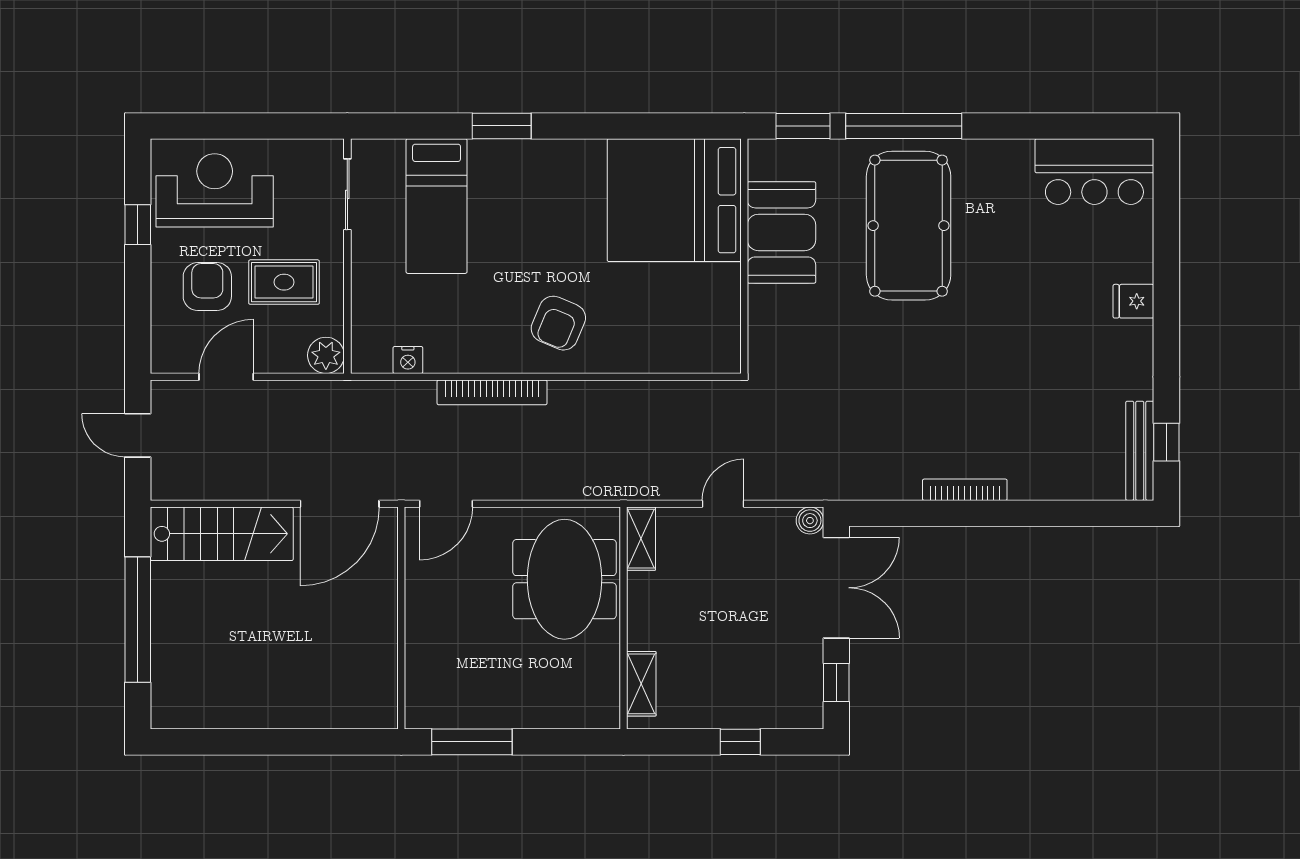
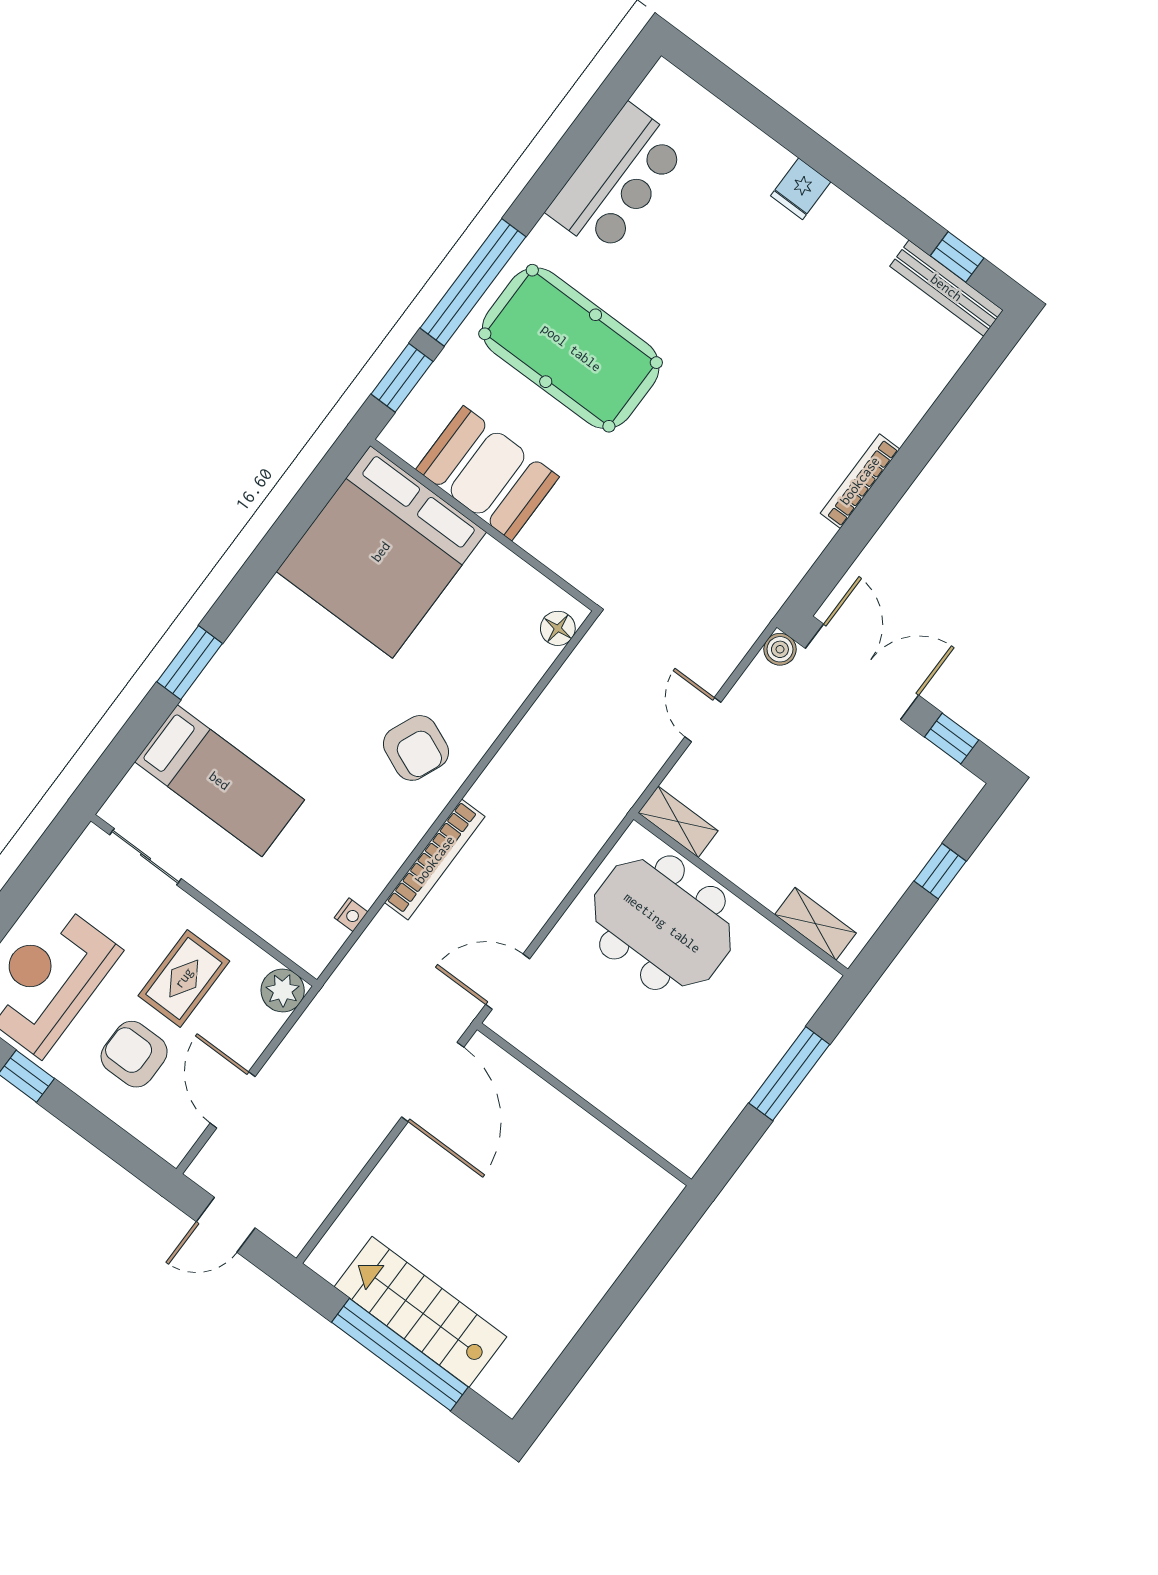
bar counter: (1094, 172) -> (617, 179), moved
floor lamp: (712, 359) -> (558, 628), added
nightstand: (408, 360) -> (351, 915), width x0.72, depth x0.74
door: (446, 504) -> (508, 982), swing flipped
stairs: (222, 534) -> (421, 1312), moved, turned -90
window: (472, 742) -> (789, 1074), moved

